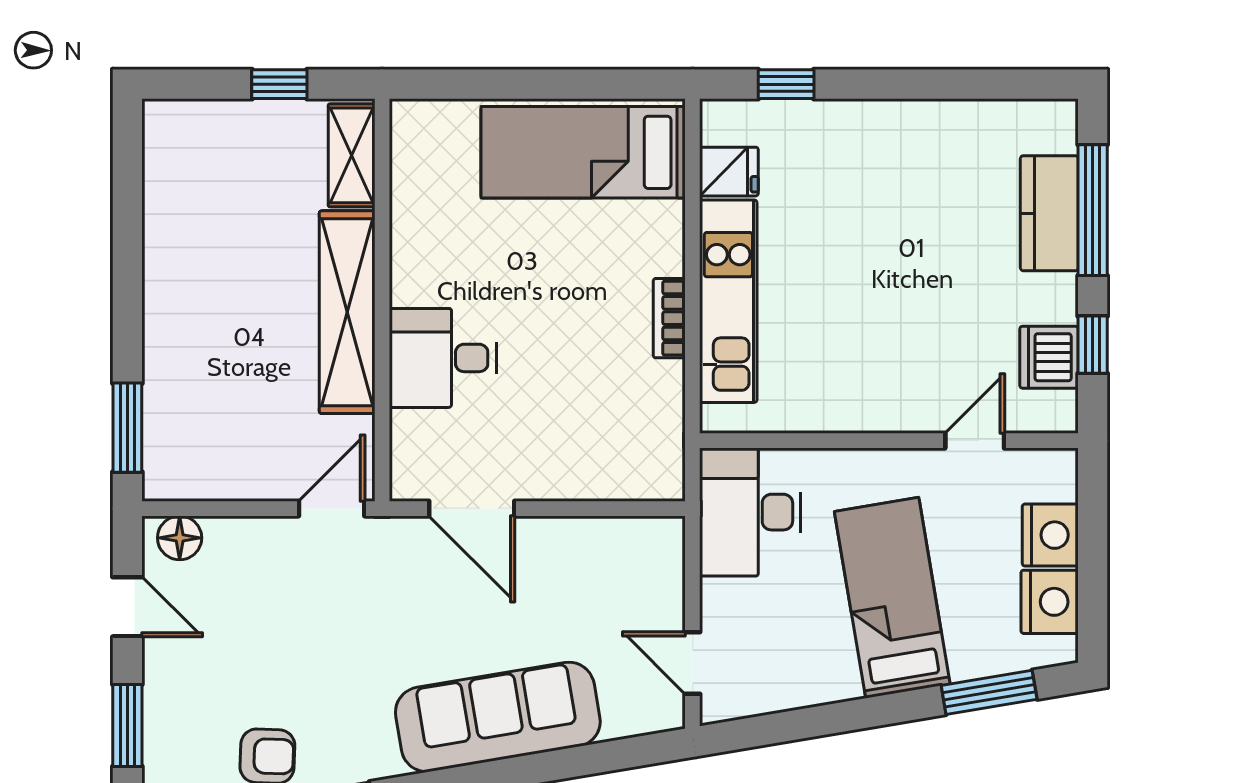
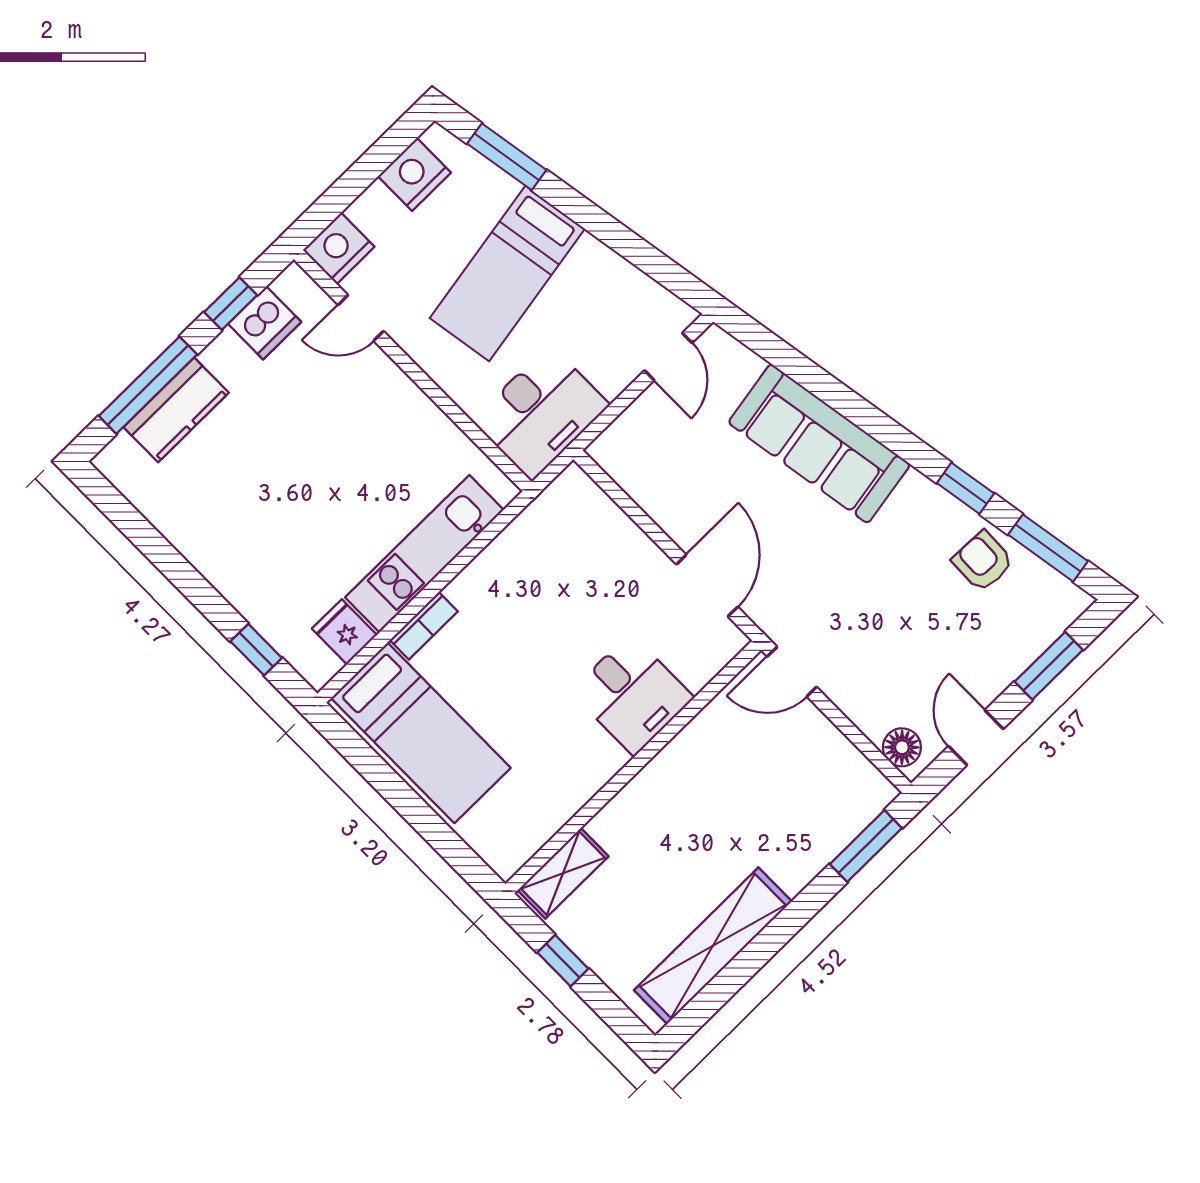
shelving: (347, 312) -> (713, 946), moved
bookcase: (669, 318) -> (424, 626), moved
nightstand: (1050, 535) -> (339, 248), moved

